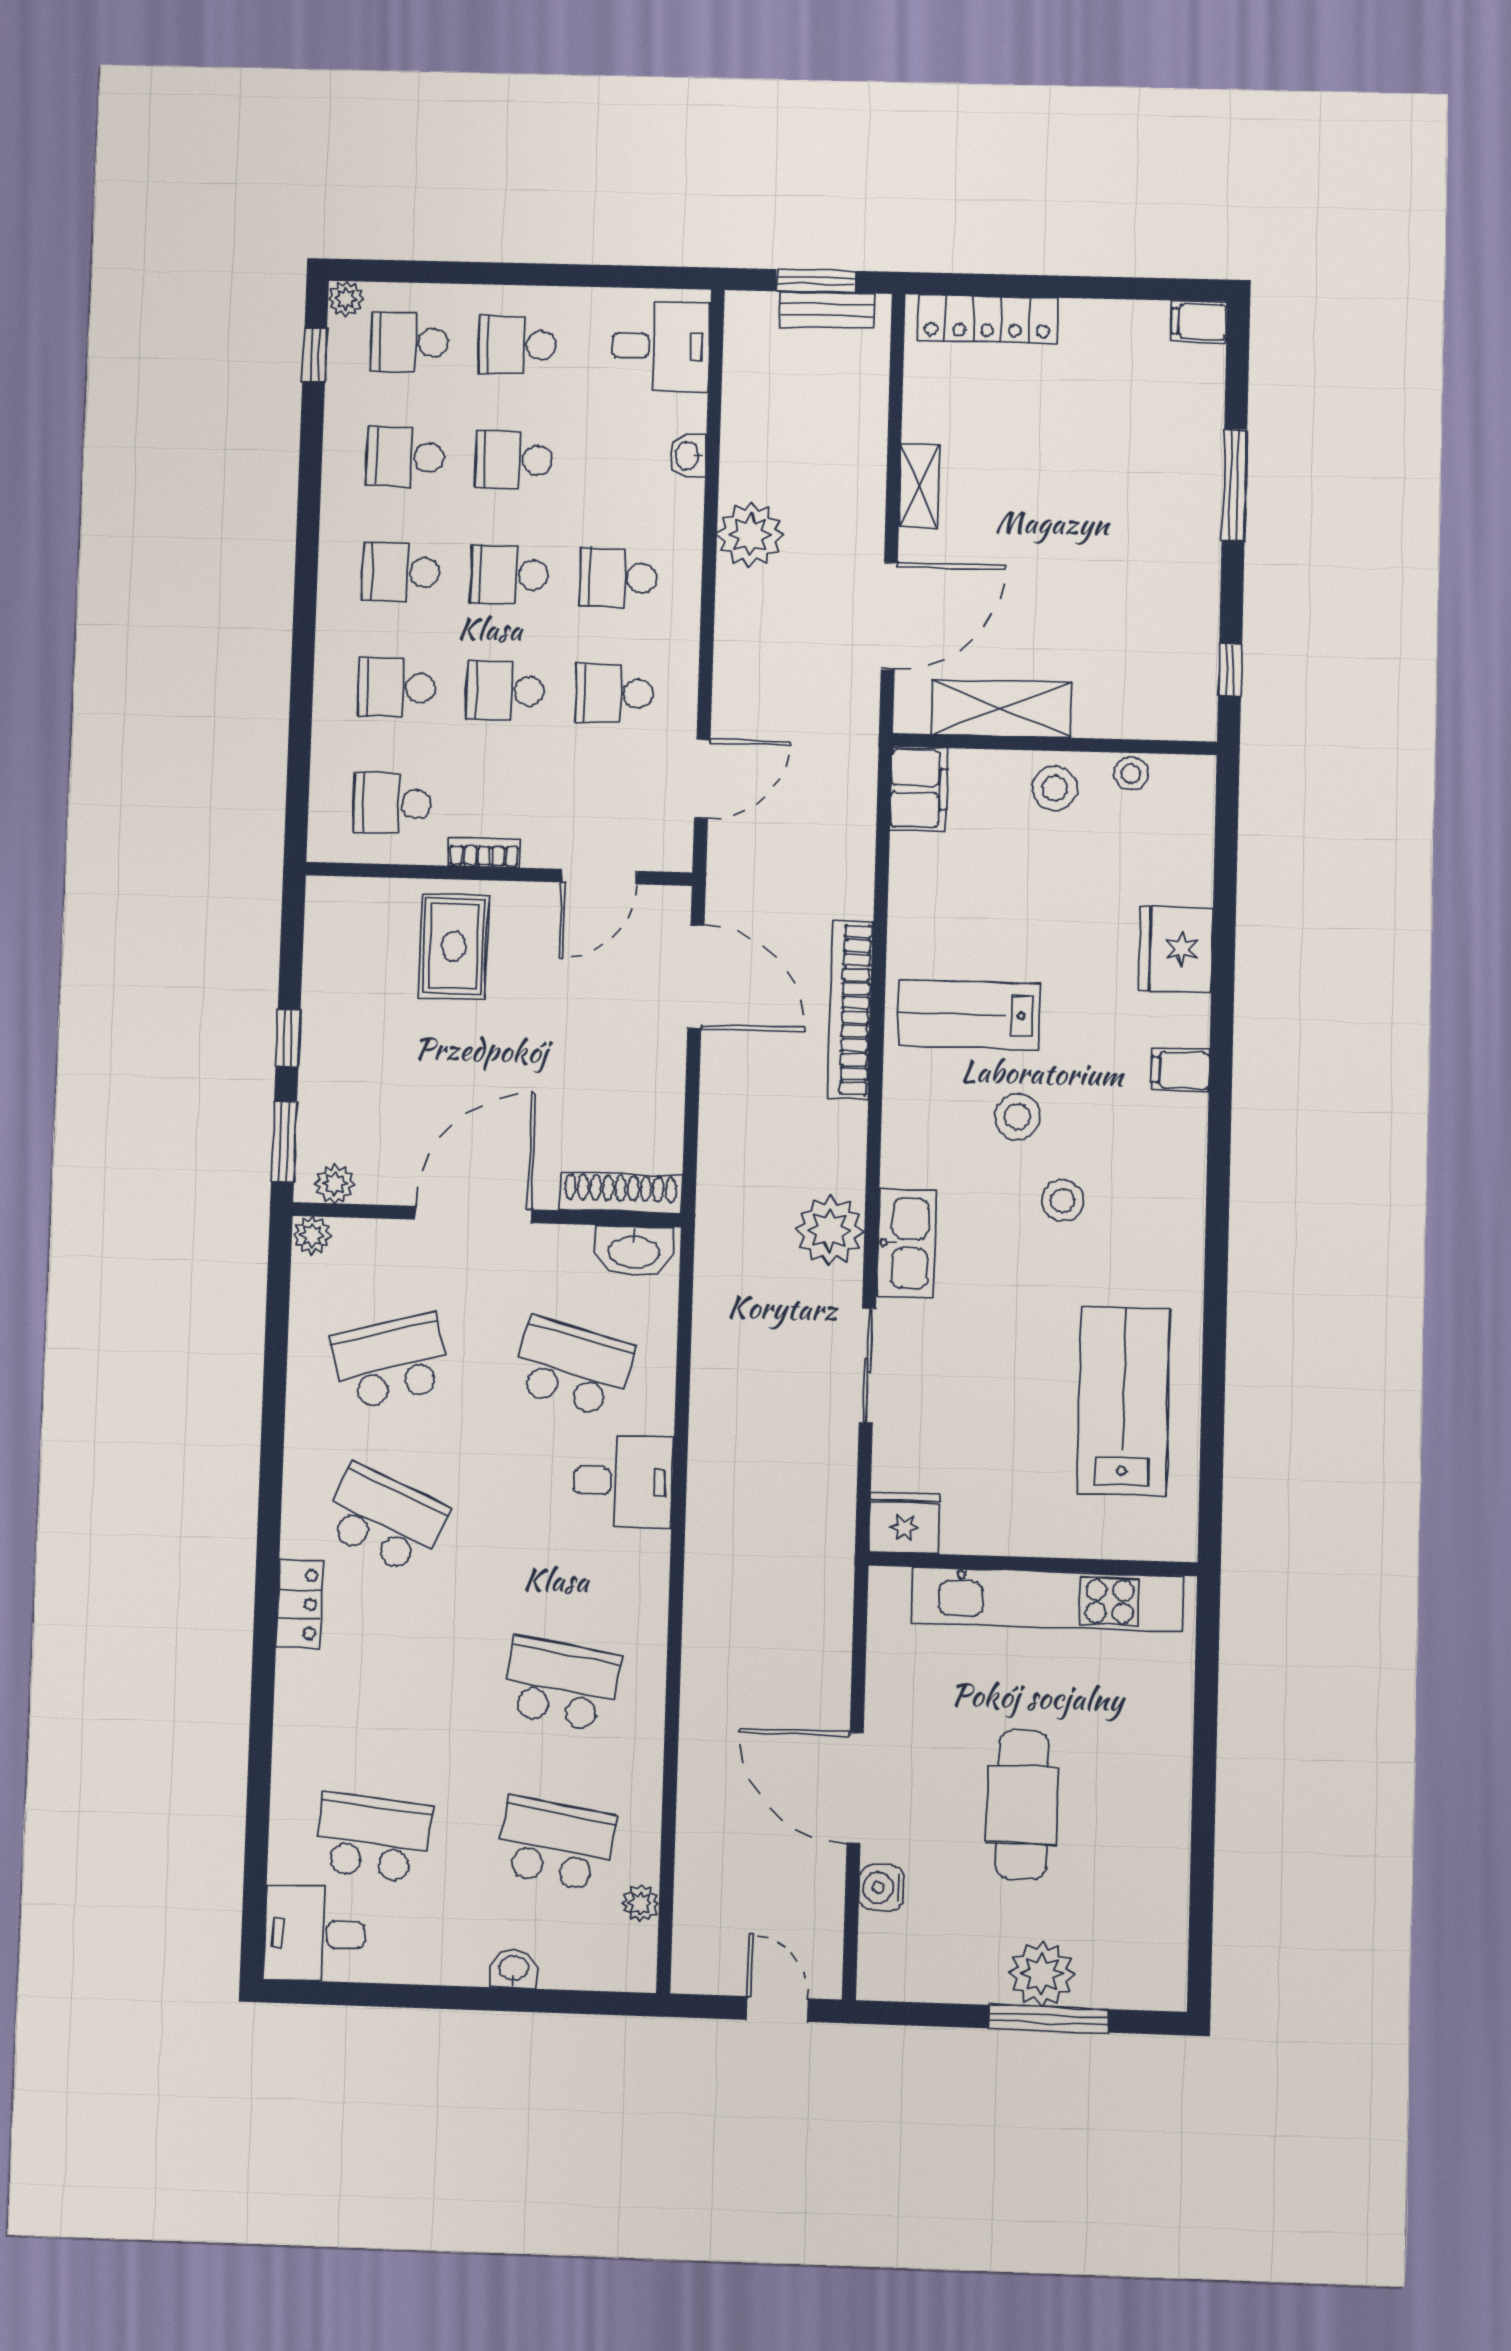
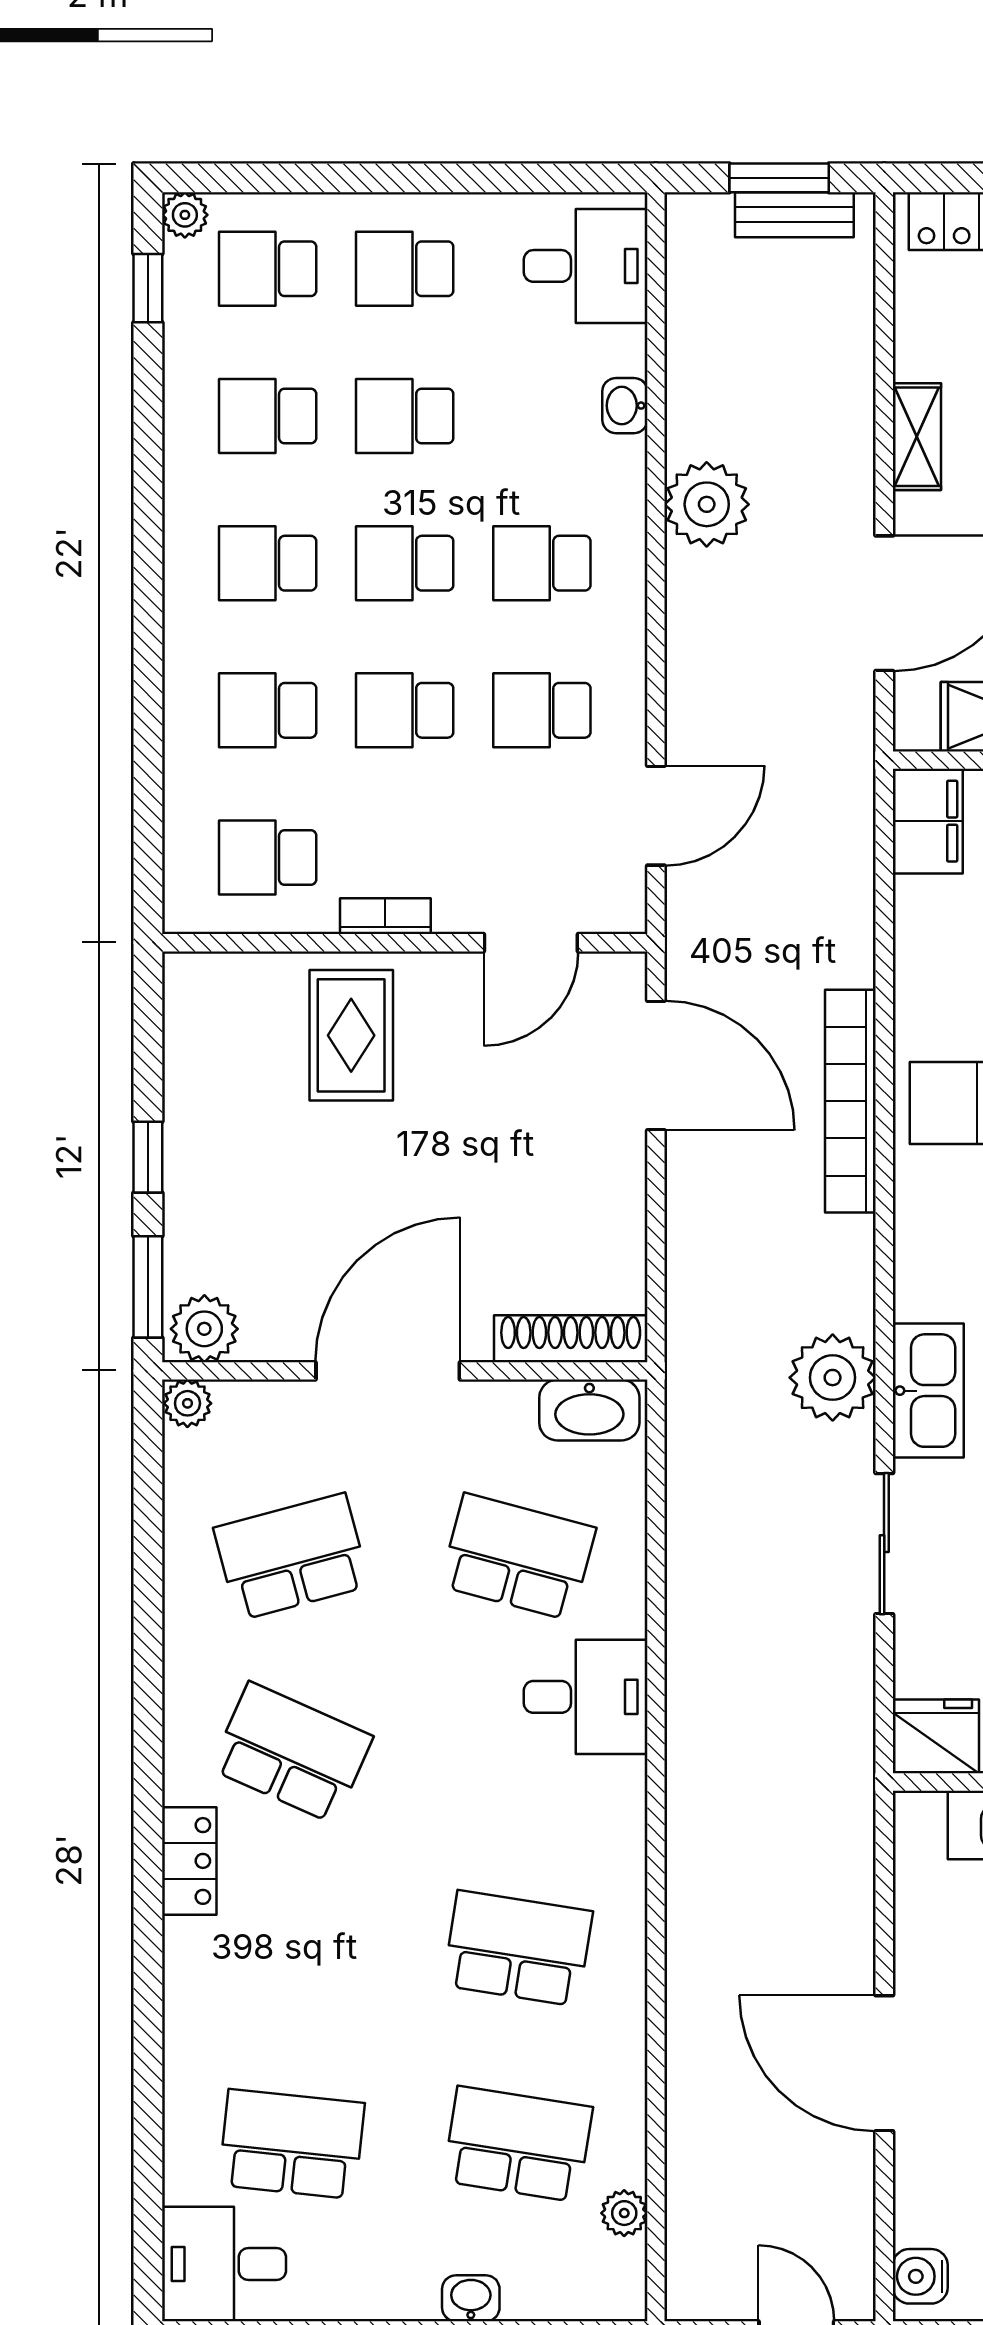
plant: (335, 1184) -> (204, 1329), width x1.38, depth x1.38
water cooler: (881, 1888) -> (920, 2276), moved

